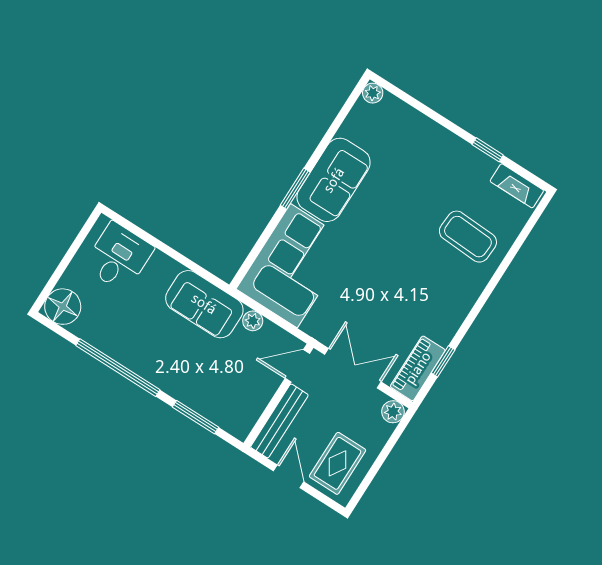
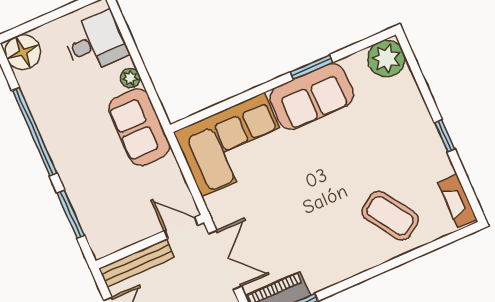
plant: (373, 93) -> (386, 59), width x1.88, depth x1.88
window: (488, 150) -> (445, 136), moved
window: (295, 189) -> (311, 67), moved
coffee table: (468, 237) -> (390, 216), turned -37
plant: (253, 321) -> (130, 78), moved

